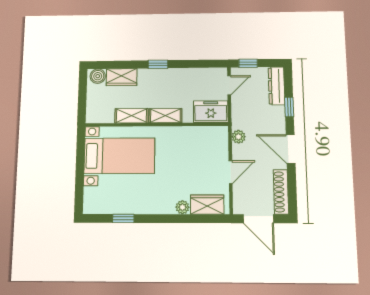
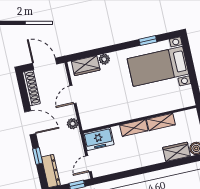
window: (158, 64) -> (150, 169), removed
bed with nightstands: (119, 156) -> (158, 66), moved

